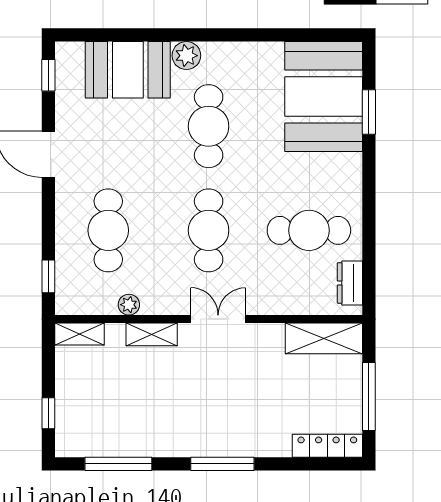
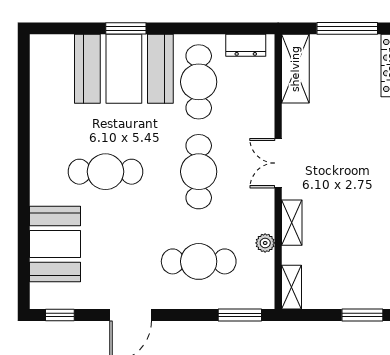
plant: (186, 56) -> (42, 192), removed
booth: (324, 97) -> (124, 69), moved
window: (369, 112) -> (126, 28), moved
cafe table: (209, 230) -> (199, 172), turned 90
window: (48, 276) -> (240, 315), width x1.50
window: (48, 413) -> (362, 315), width x1.50

